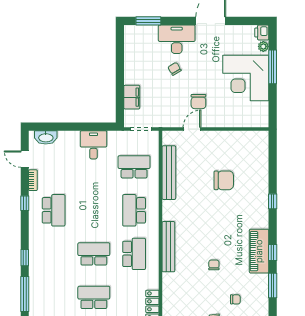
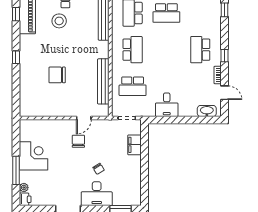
corner desk: (246, 78) -> (33, 156), width x0.74, depth x0.74
stool: (221, 244) -> (59, 21), added

